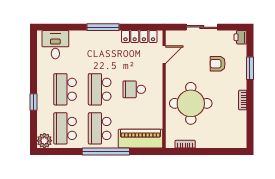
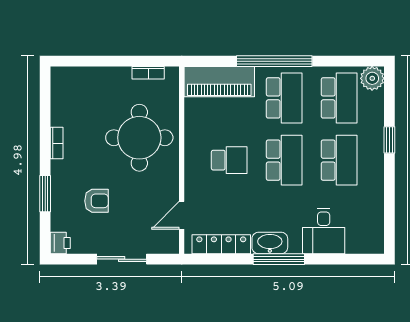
washbasin: (109, 37) -> (270, 243), added
desk: (55, 45) -> (324, 231), moved

